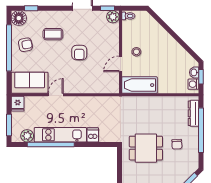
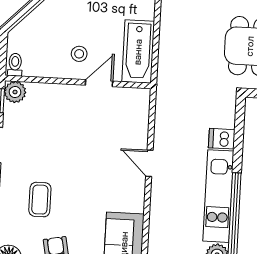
armchair: (79, 53) -> (75, 155), removed
door: (120, 64) -> (99, 83), swing flipped
door: (56, 95) -> (149, 163), moved

